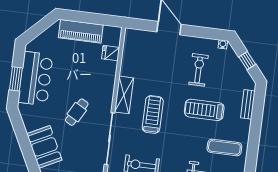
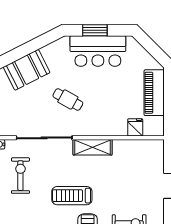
treadmill: (153, 114) -> (72, 196), moved, turned 180

